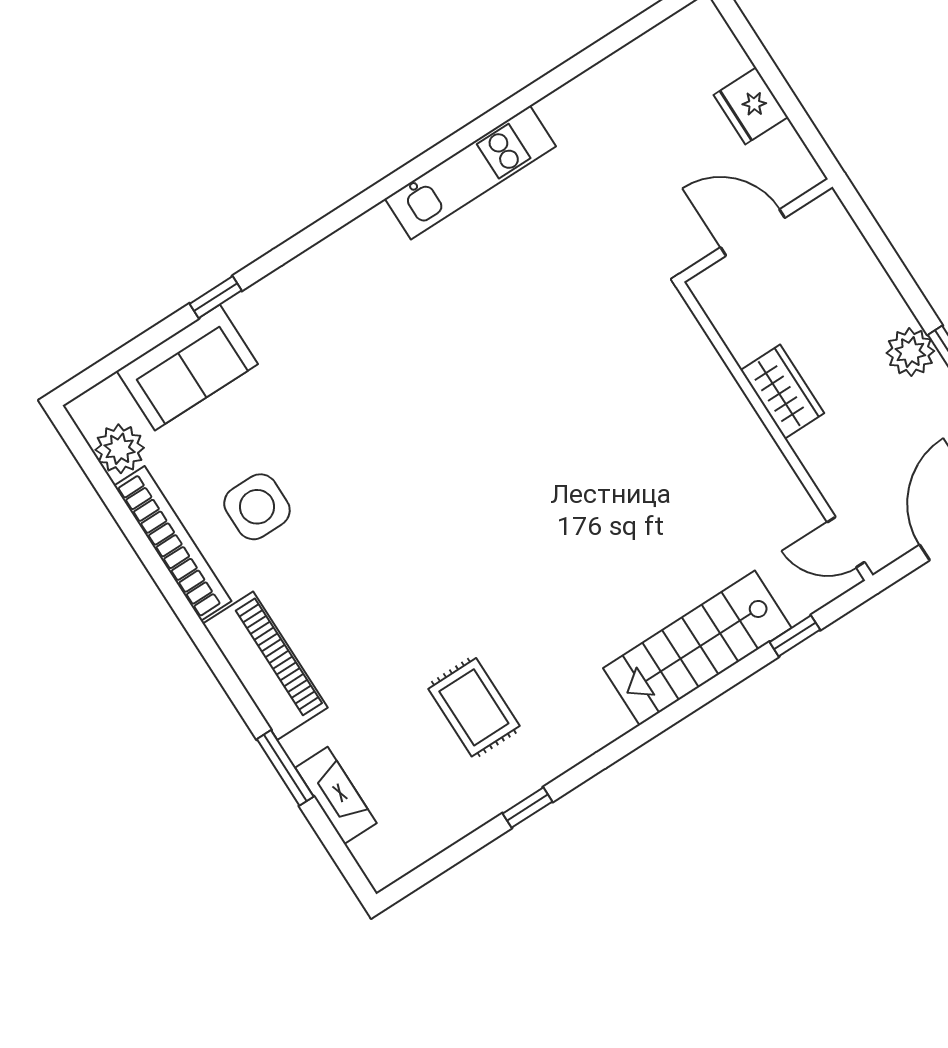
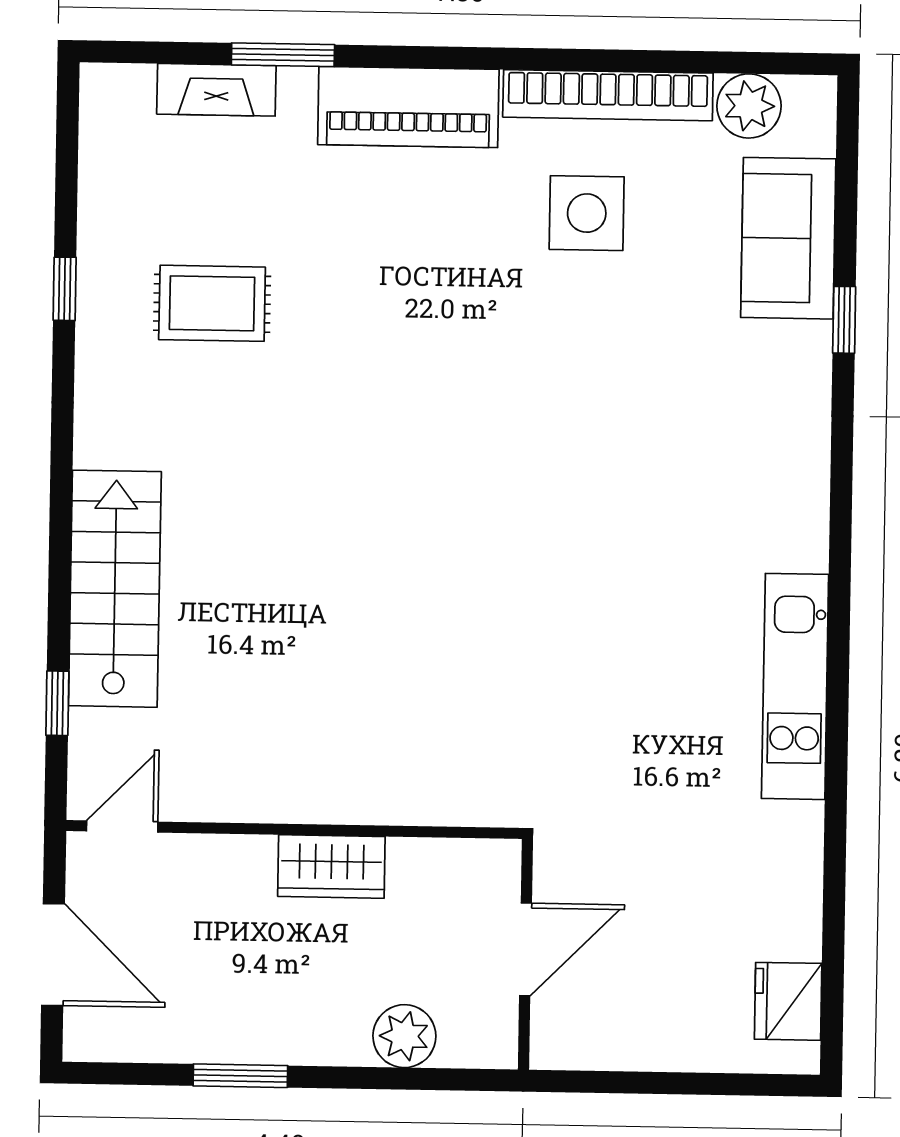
fridge: (751, 106) -> (788, 1001), moved, turned -90
plant: (910, 352) -> (404, 1036), moved

